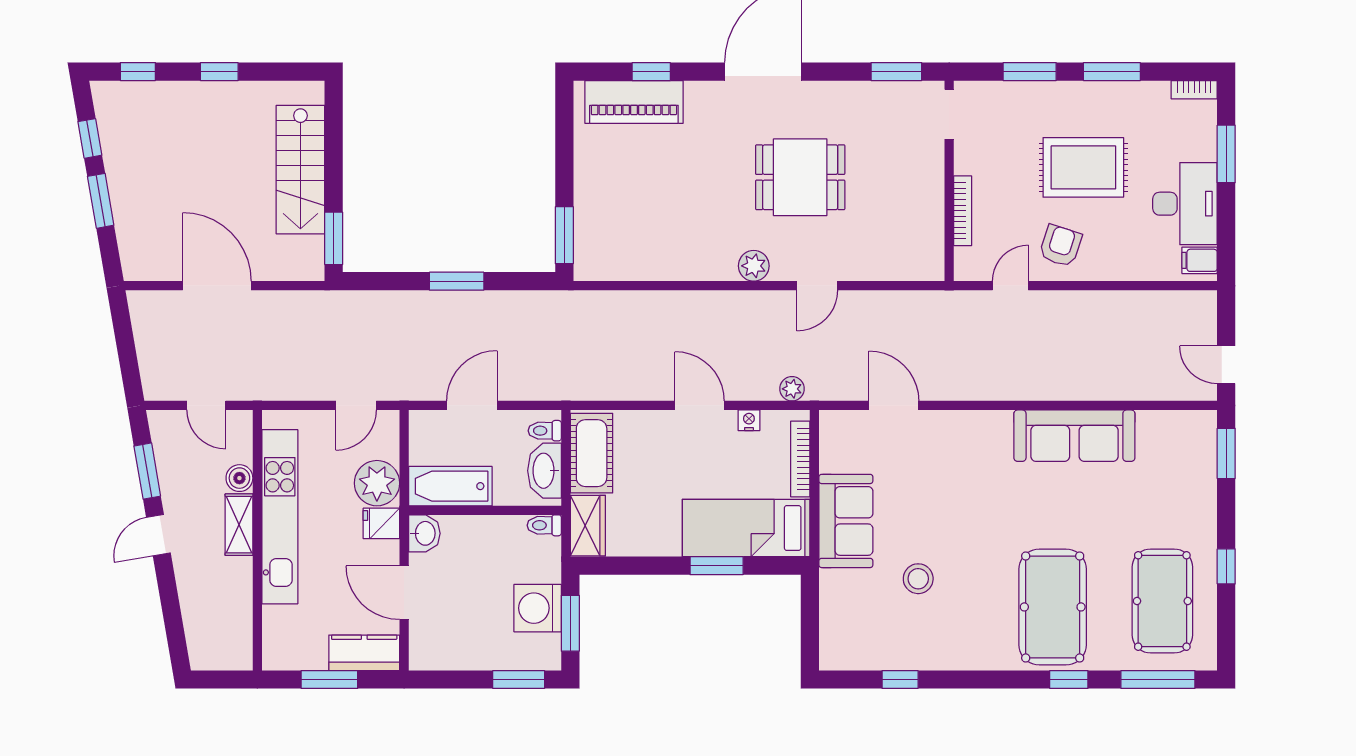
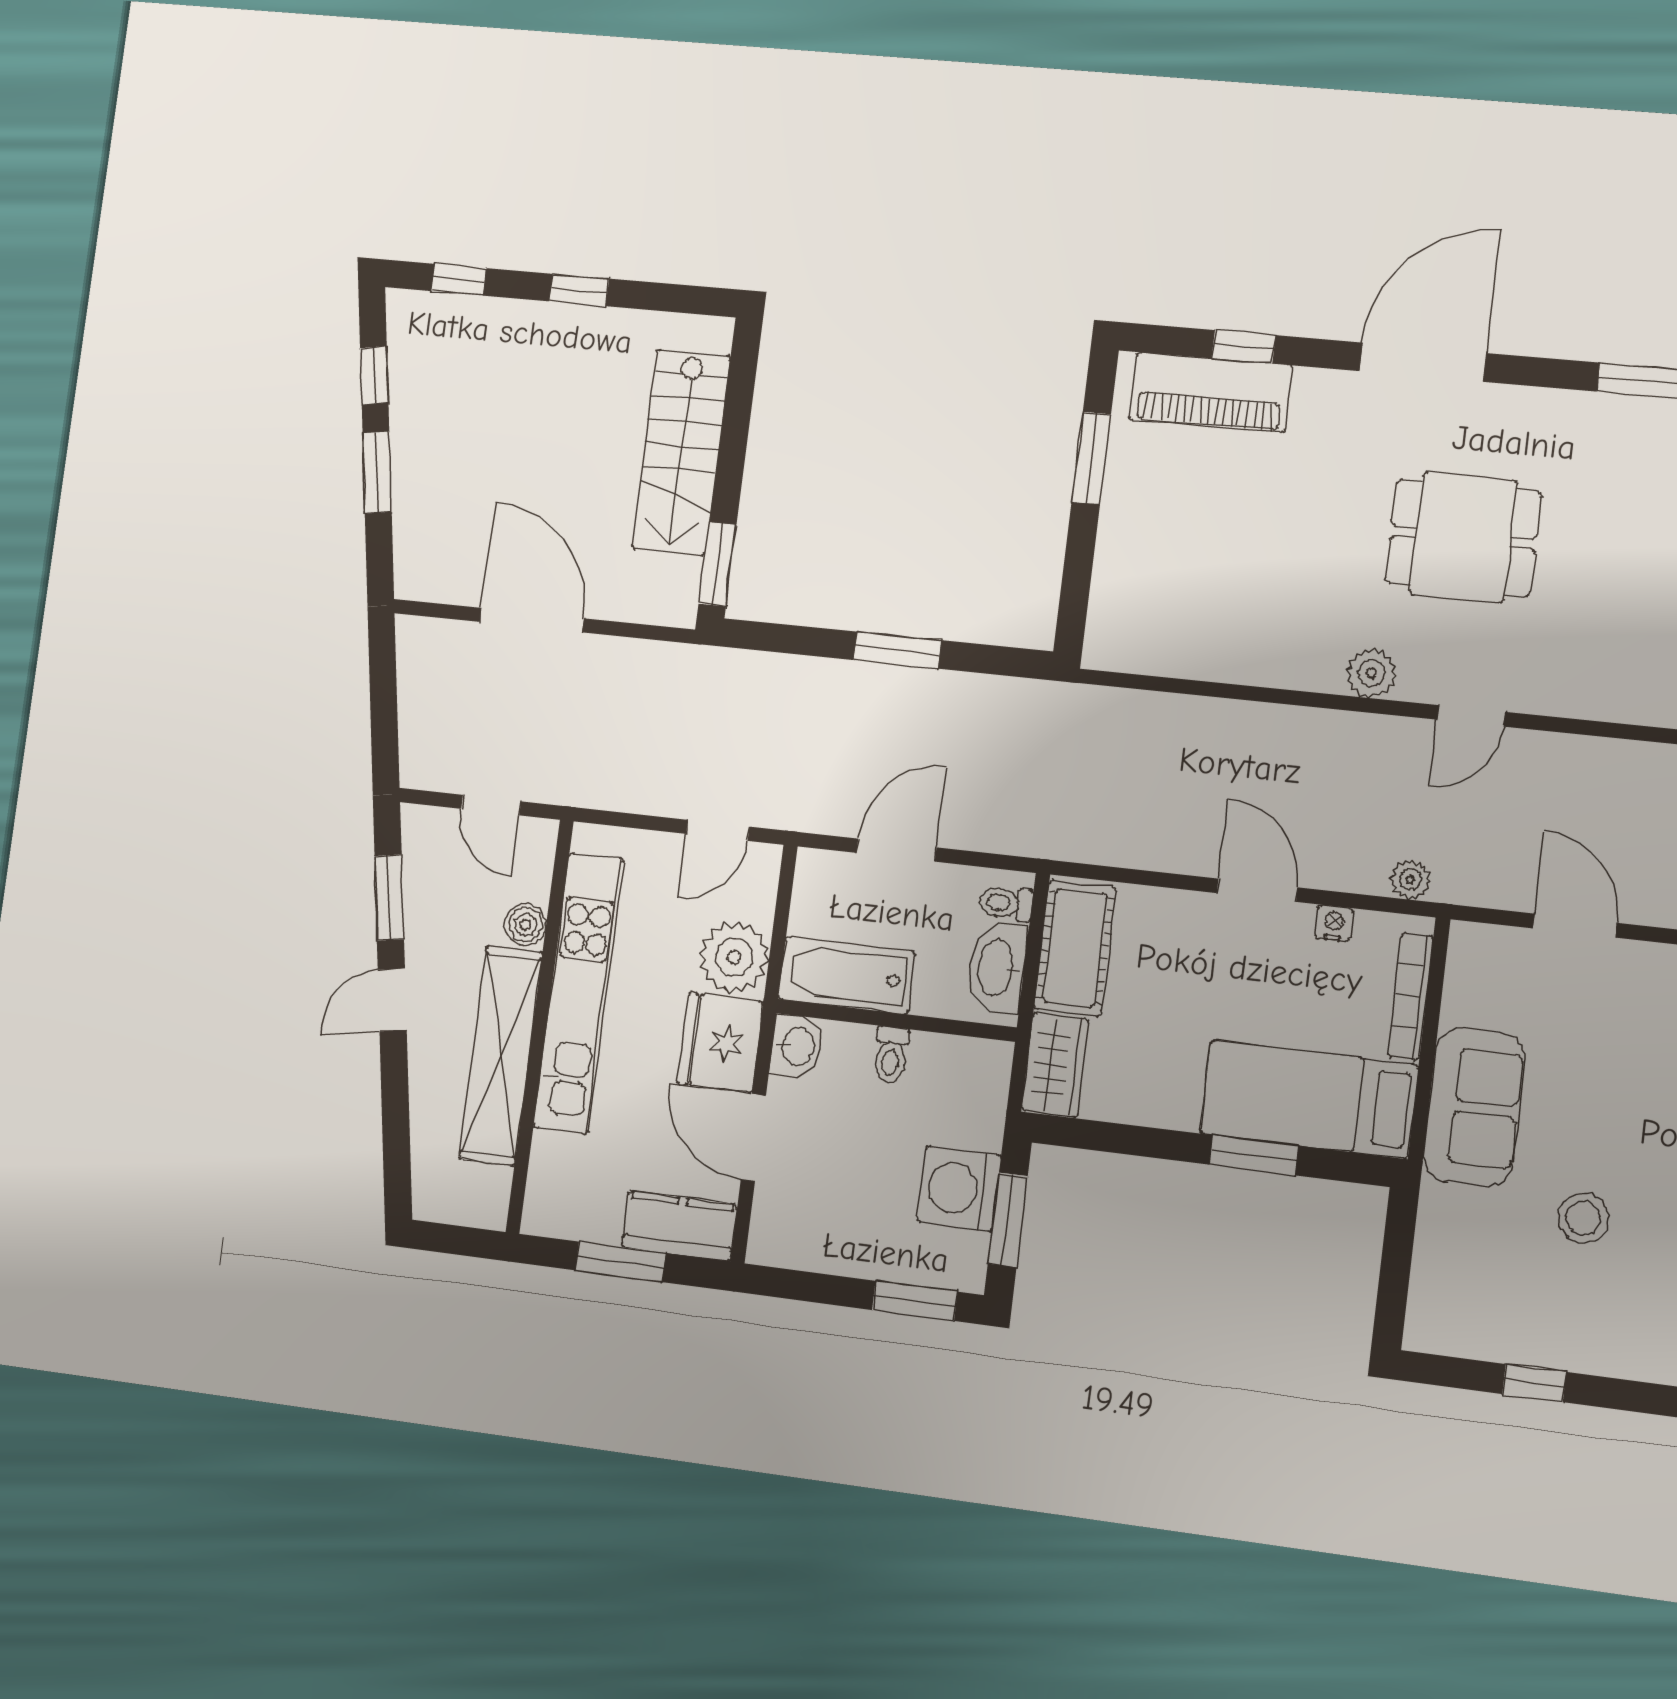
window: (564, 235) -> (1091, 458), moved
fridge: (381, 523) -> (720, 1043), width x1.88, depth x1.34
shelving: (239, 525) -> (501, 1055), width x2.20, depth x1.33
toilet: (544, 525) -> (891, 1055), moved, turned -90

